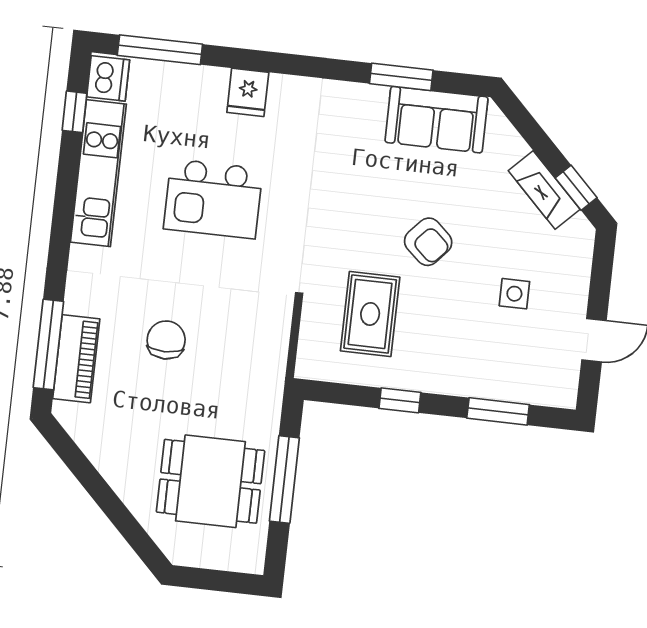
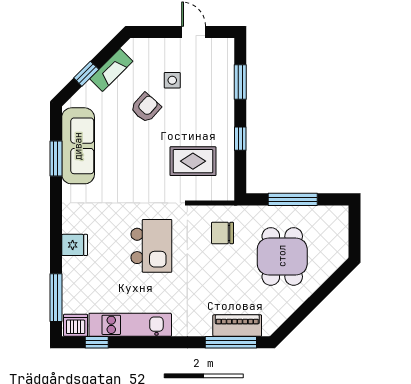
sofa: (436, 120) -> (78, 146), width x1.36
window: (576, 188) -> (86, 74), moved
kitchen island: (213, 199) -> (151, 246), moved
armchair: (428, 242) -> (146, 108), moved
chair: (166, 340) -> (223, 233), moved
dining table: (211, 481) -> (282, 256), moved

